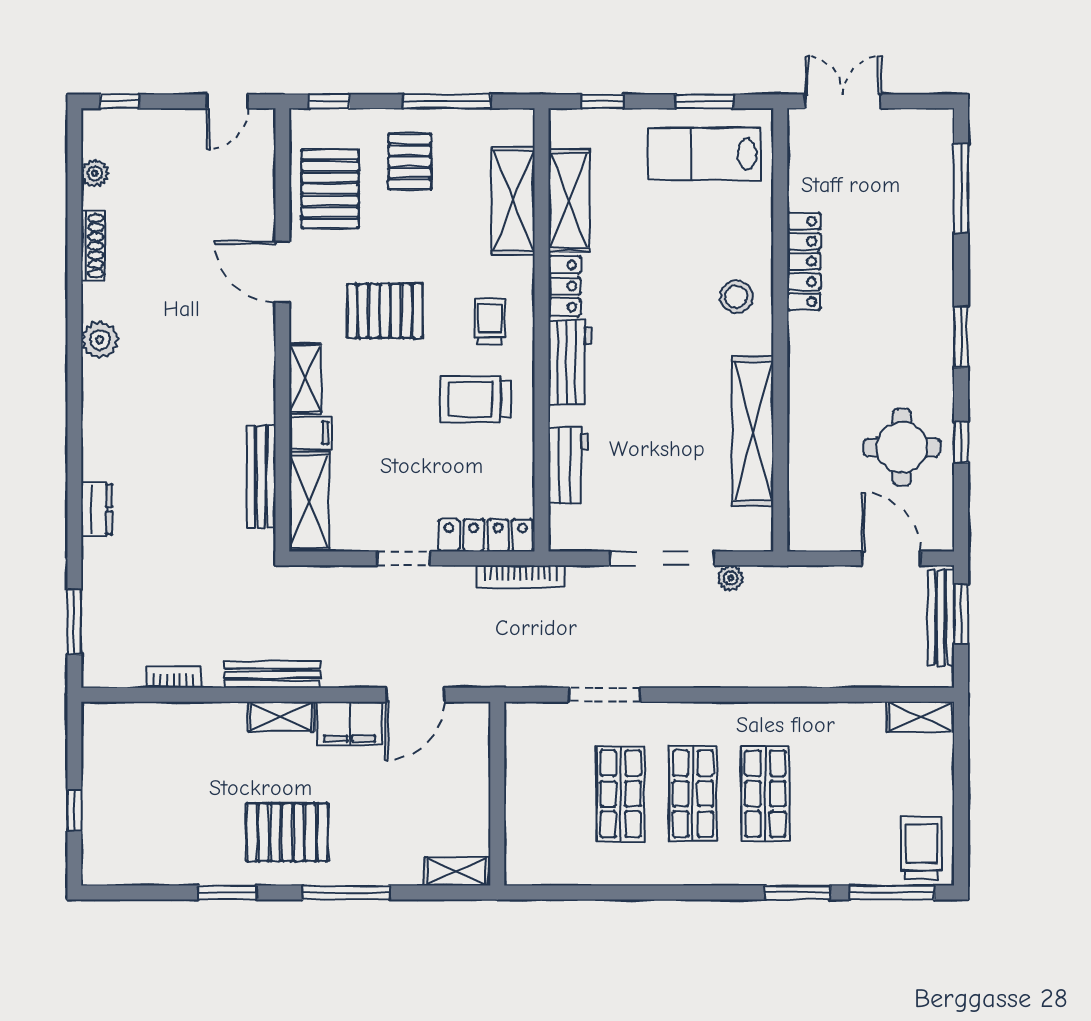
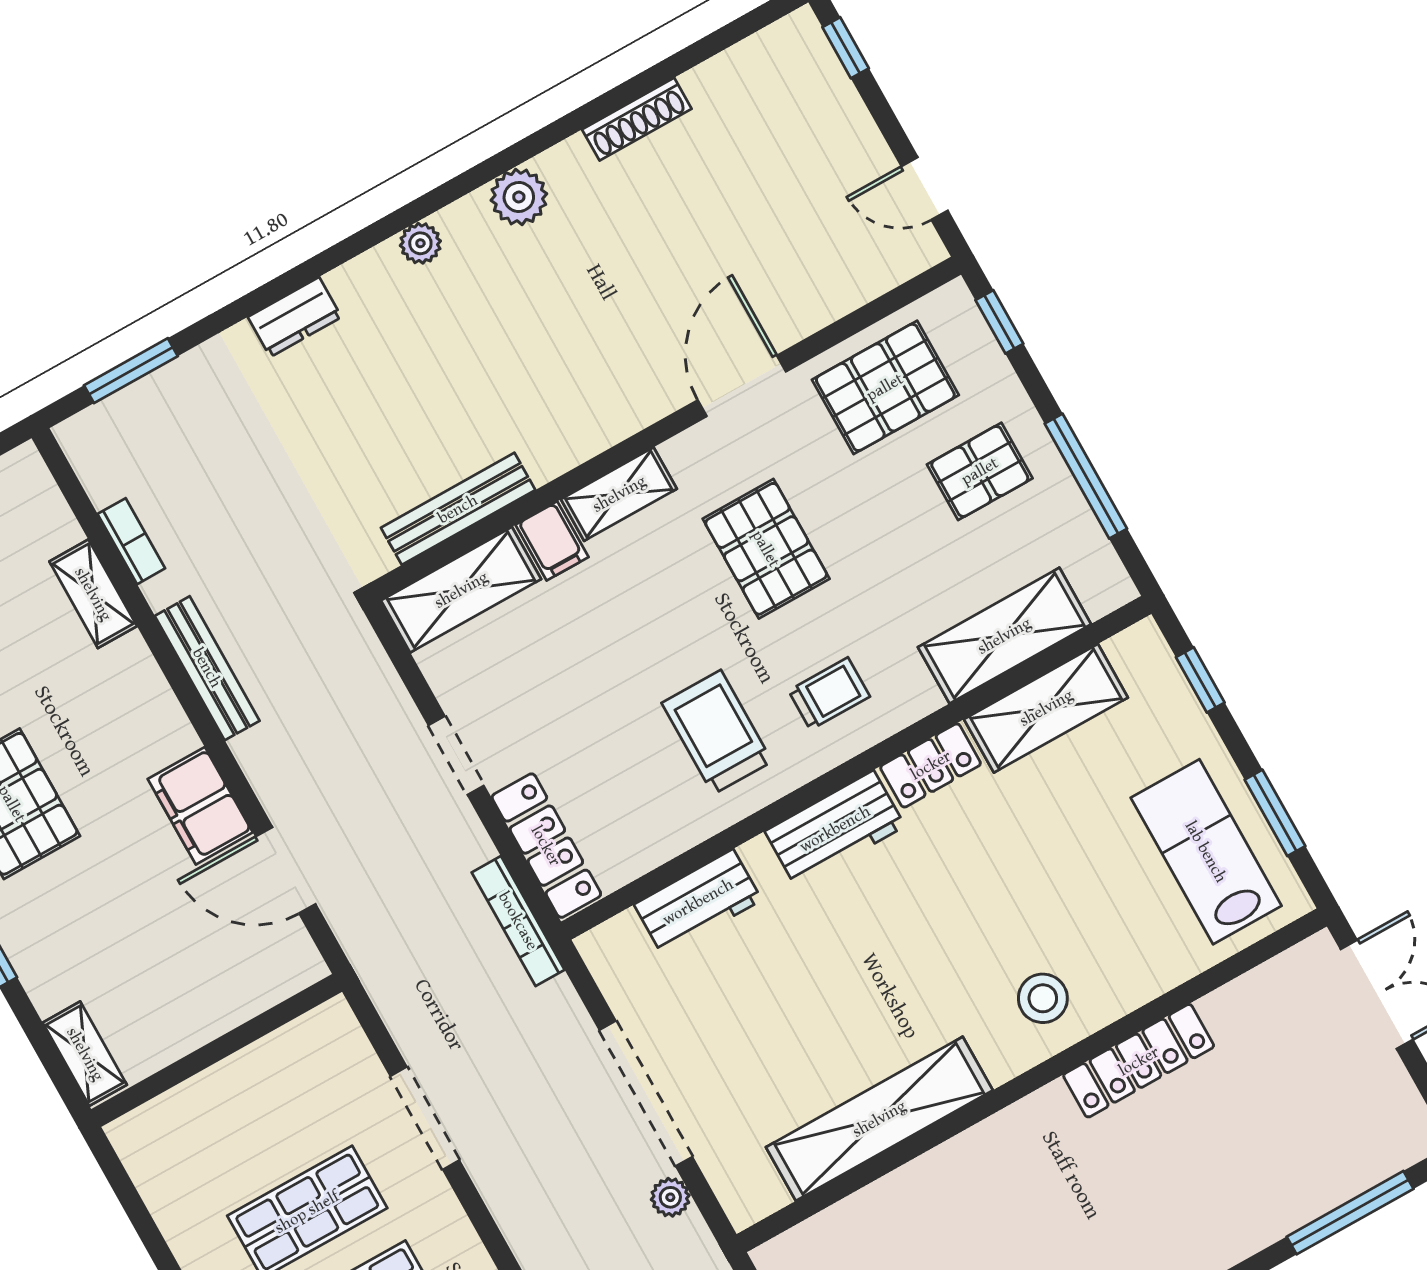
plant: (95, 173) -> (420, 243), moved
shelving: (281, 717) -> (93, 594), moved

